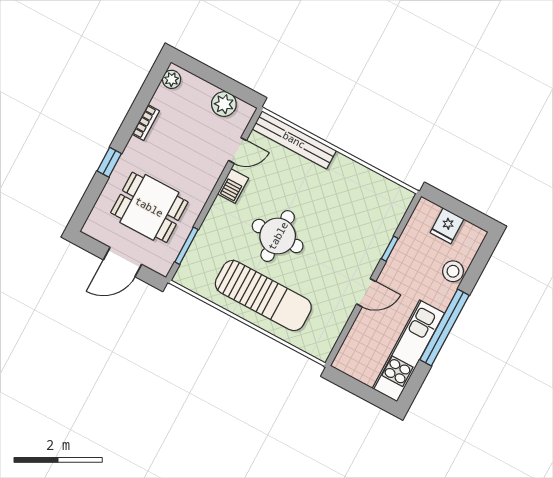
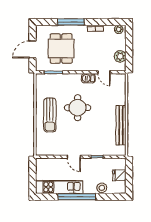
bench: (294, 140) -> (121, 125), moved
window: (109, 162) -> (71, 22), width x2.17
door: (122, 262) -> (33, 49), hinge flipped
sun lounger: (263, 295) -> (50, 115), width x0.73, depth x0.75

